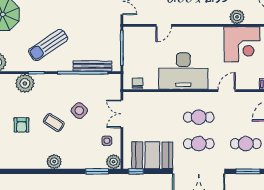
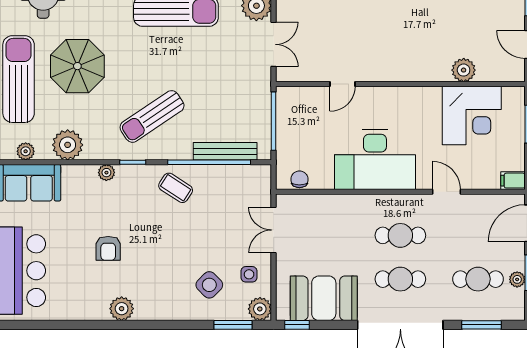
plant: (25, 83) -> (106, 173), width x0.53, depth x0.53
door: (227, 91) -> (446, 192), hinge flipped
side table: (79, 111) -> (209, 285), moved
coffee table: (54, 123) -> (176, 188), moved
plant: (54, 162) -> (122, 309), moved

